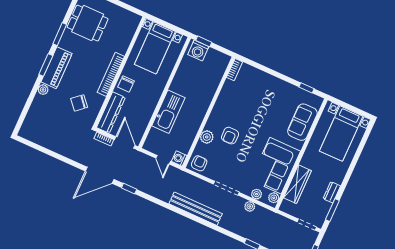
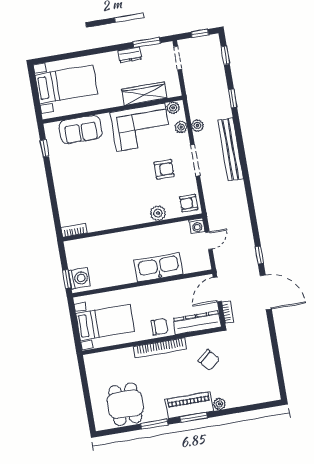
armchair: (230, 136) -> (164, 169), moved
bench: (196, 209) -> (231, 149), moved

